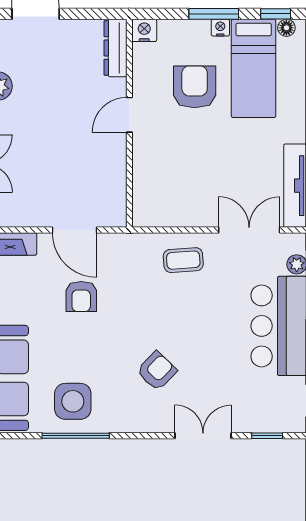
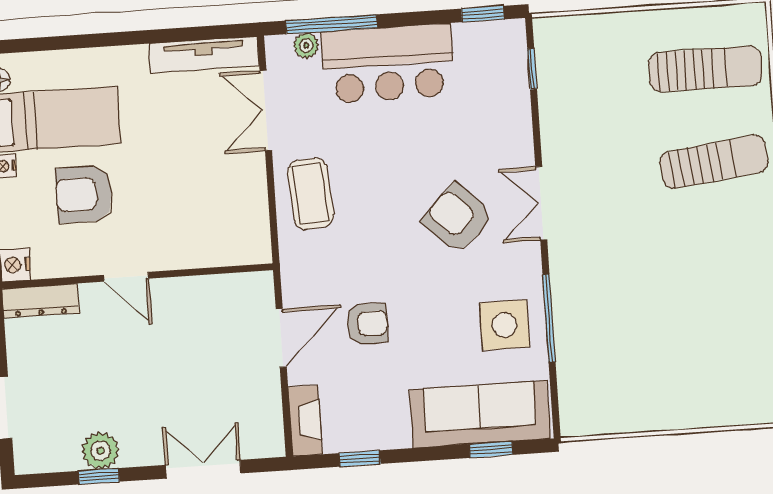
coffee table: (183, 260) -> (311, 194), width x1.36, depth x1.30
armchair: (157, 371) -> (457, 218), width x1.38, depth x1.38
double door: (203, 436) -> (541, 203), moved

